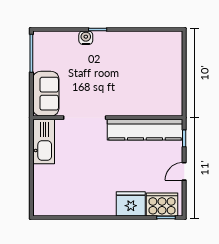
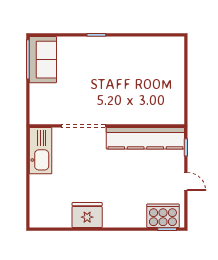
water cooler: (86, 38) -> (84, 43), removed
sofa: (46, 94) -> (43, 60), moved
door: (184, 171) -> (186, 182), swing flipped
fridge: (131, 204) -> (87, 215), moved

